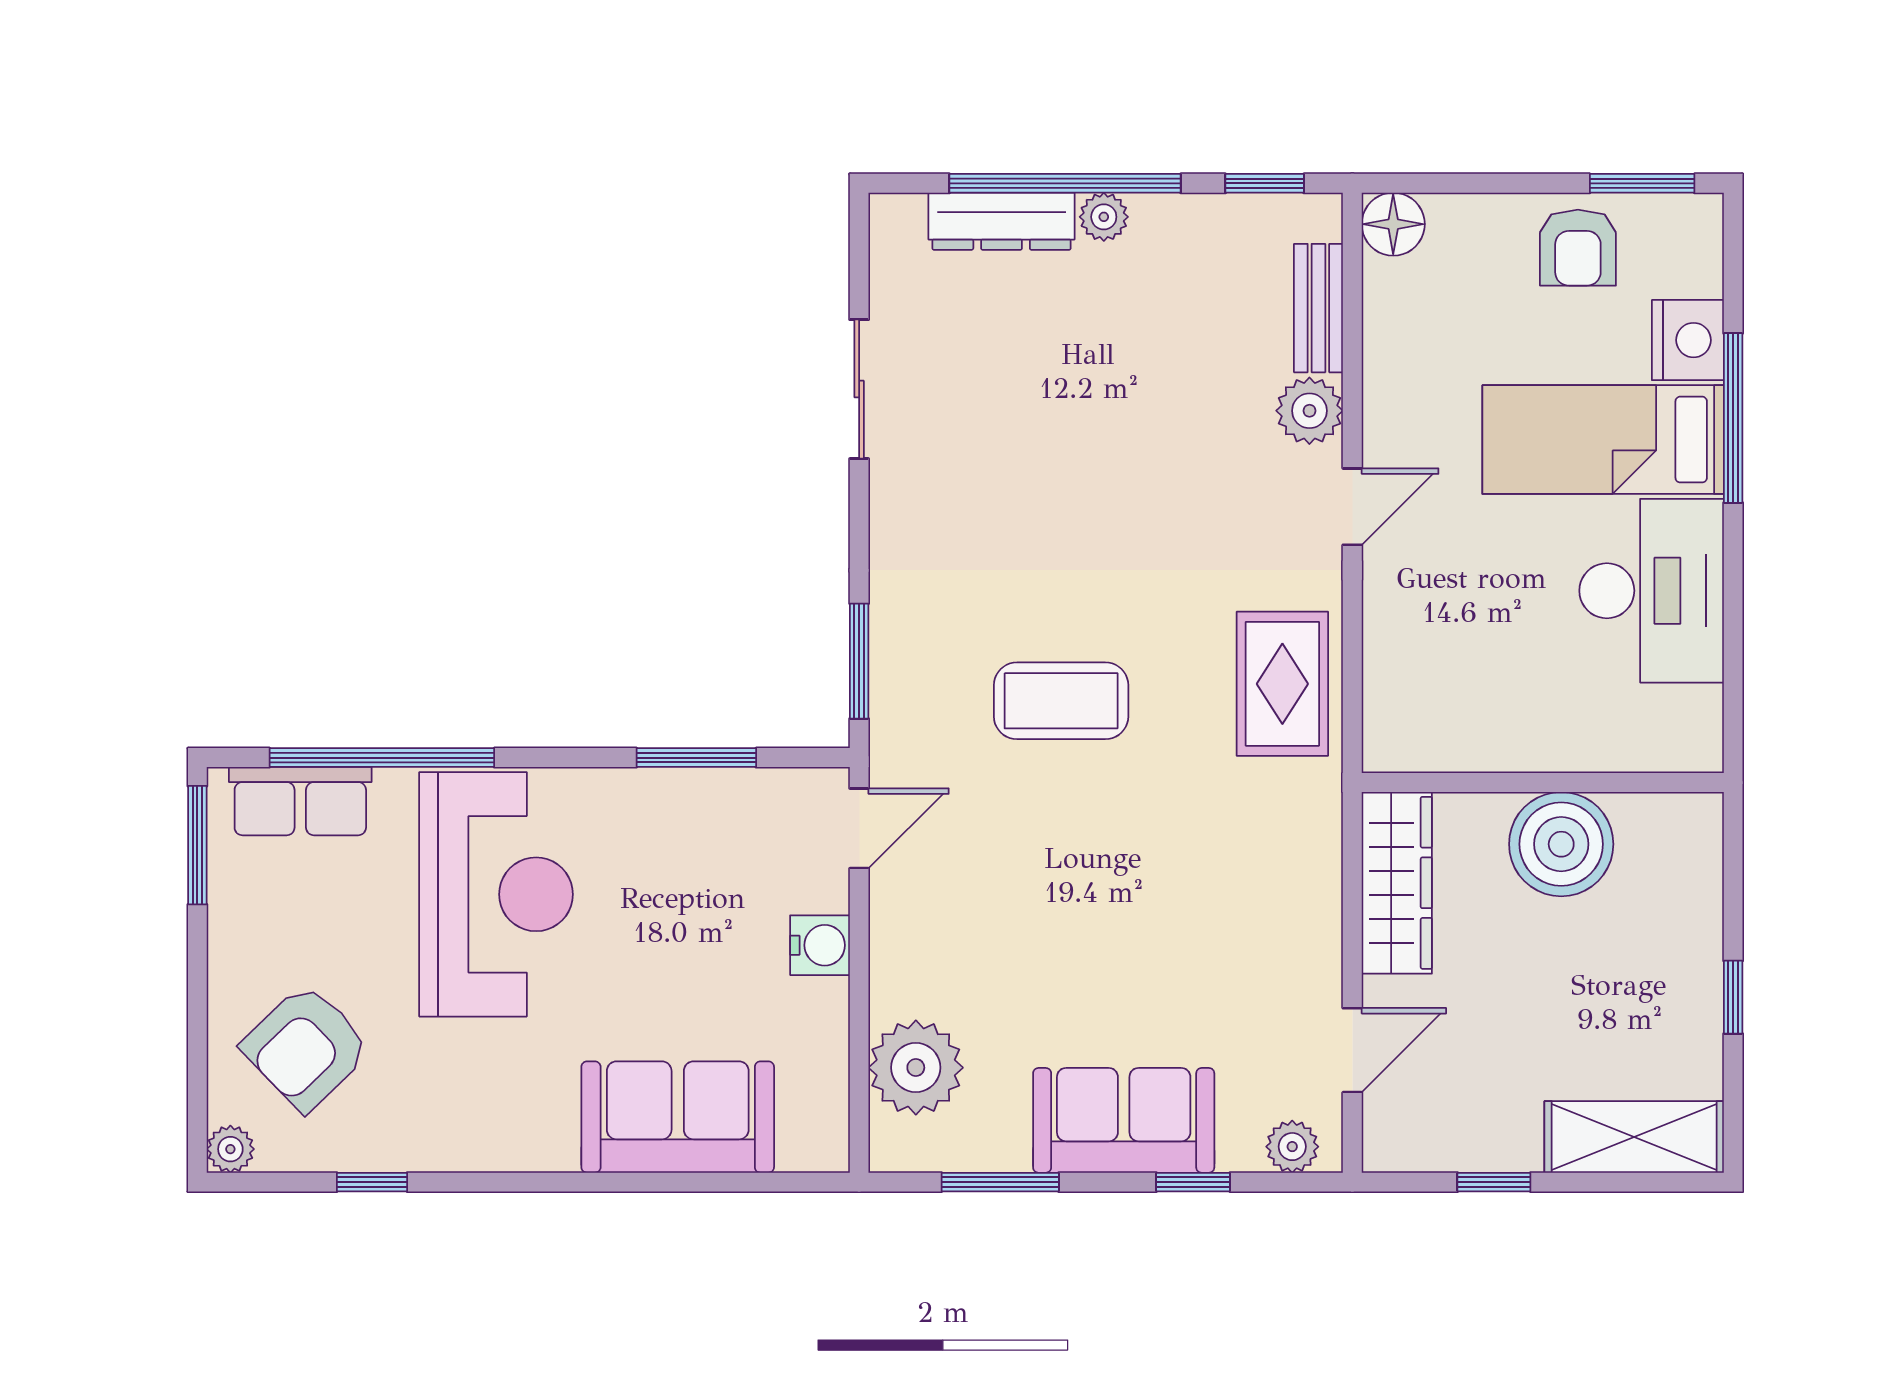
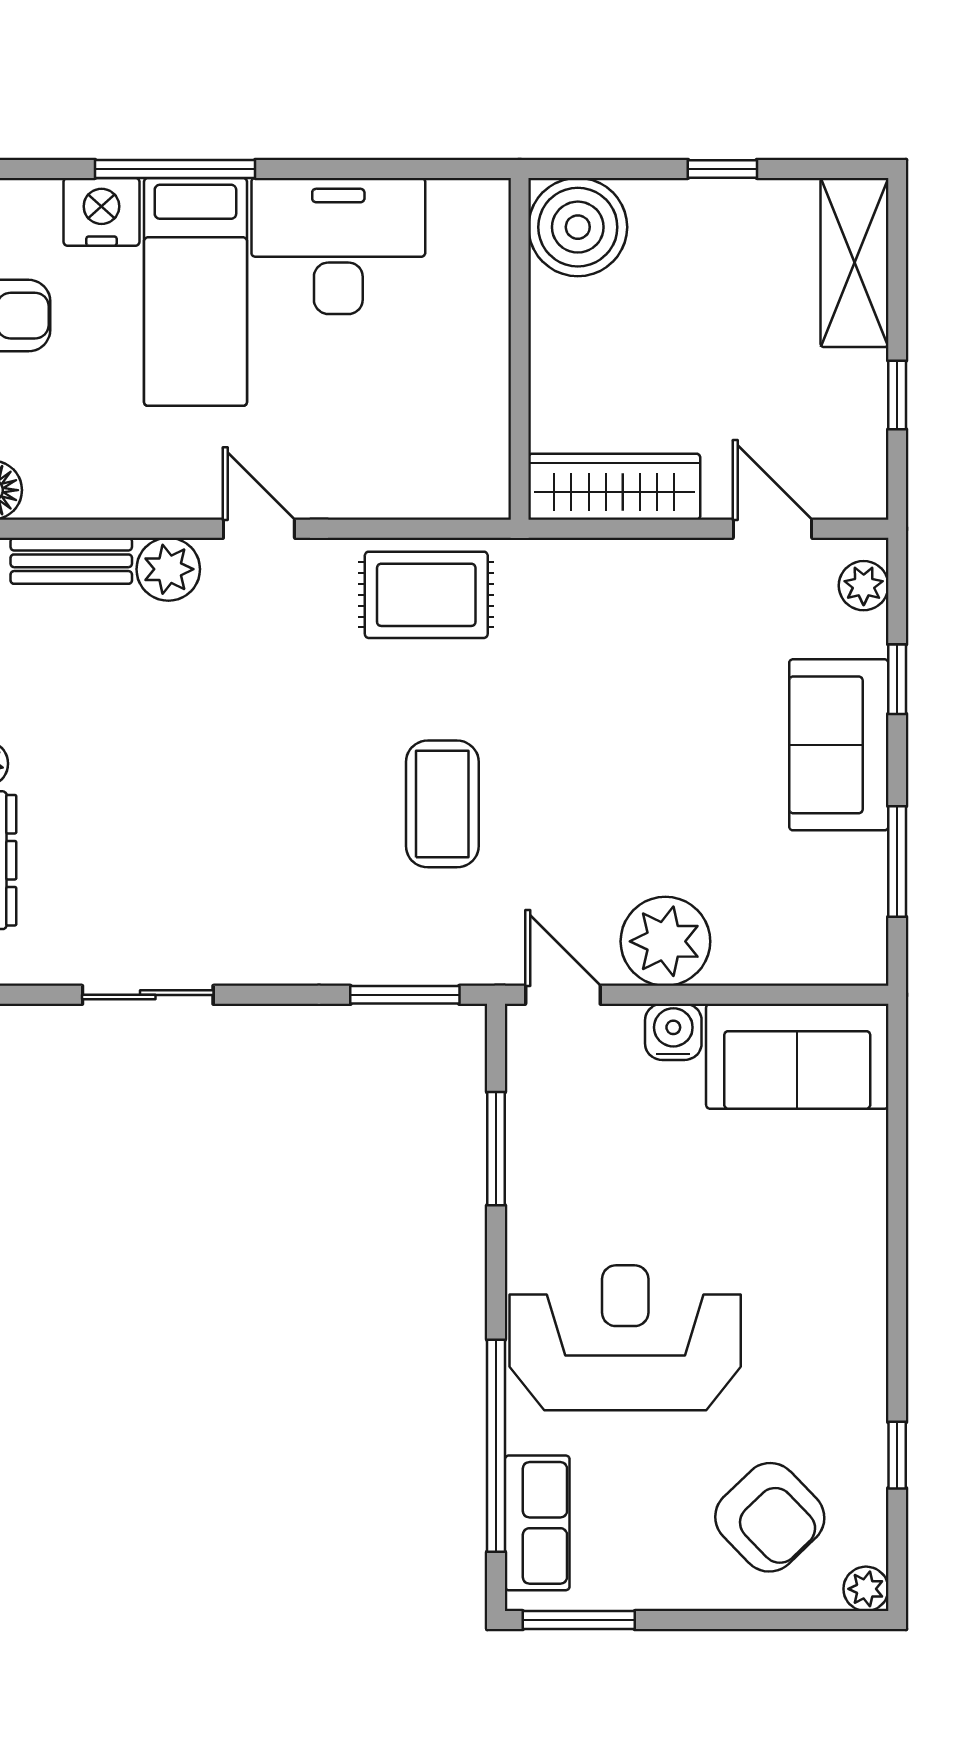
boiler: (1561, 844) -> (578, 227), moved
plant: (916, 1068) -> (665, 941), moved
sofa: (678, 1117) -> (797, 1056), moved, turned -90

